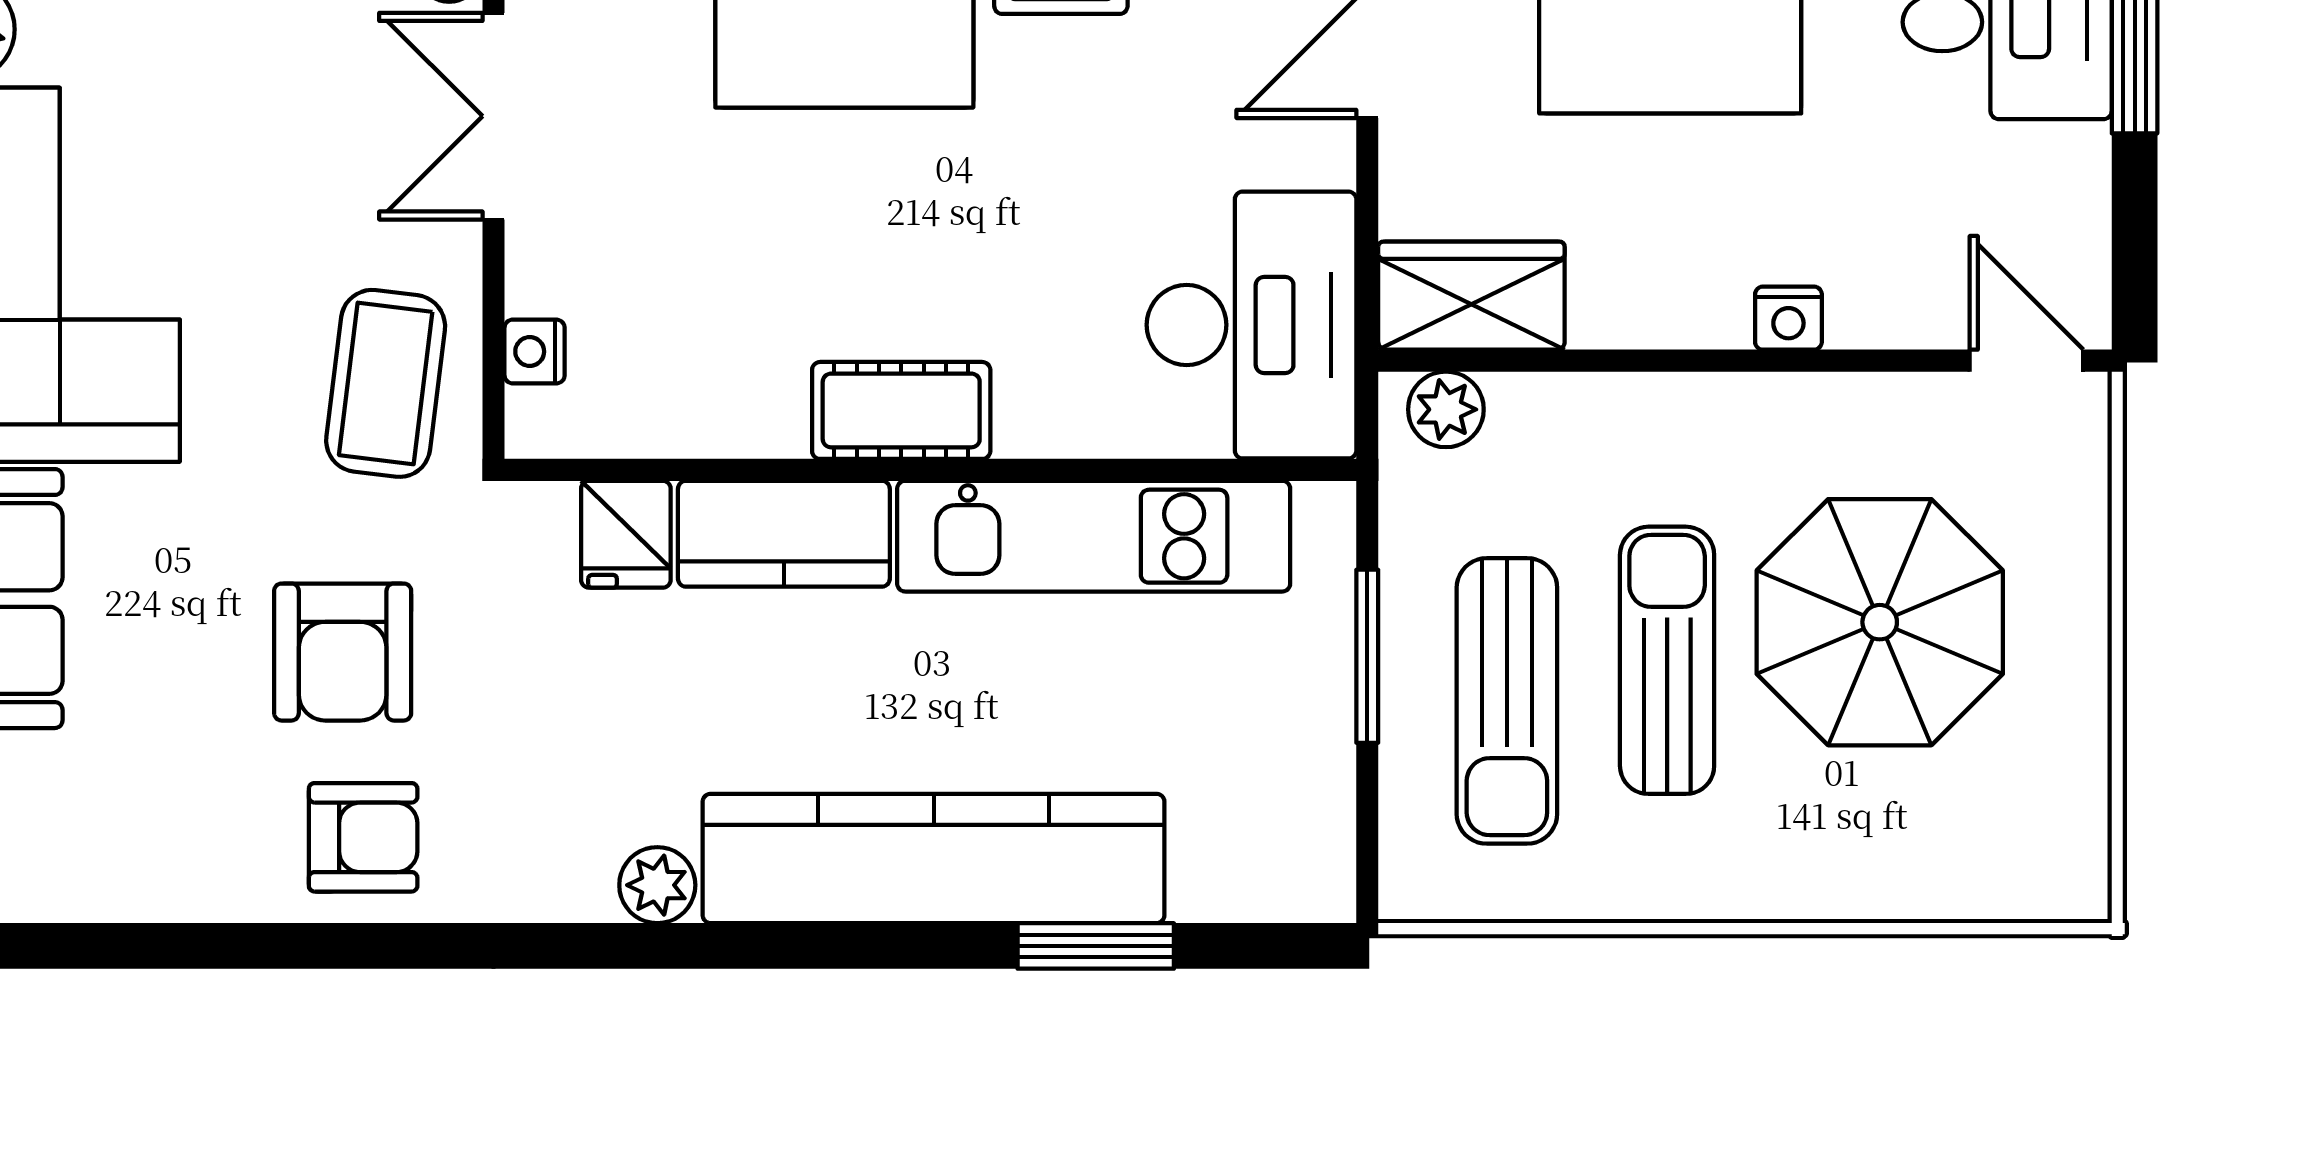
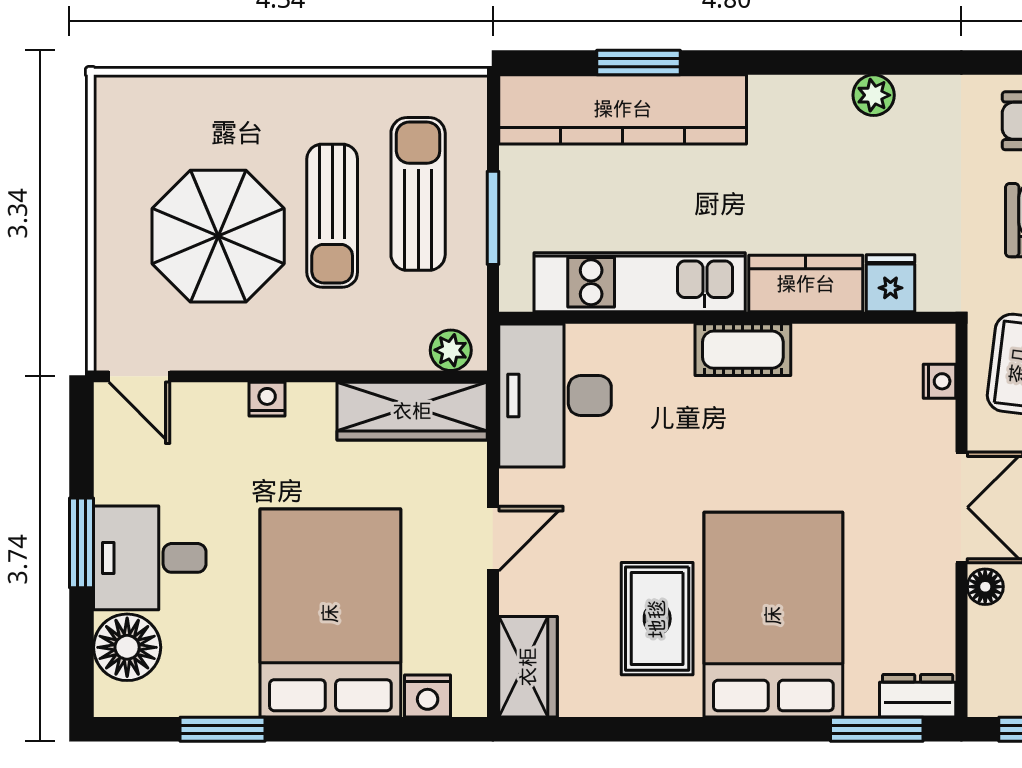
wardrobe: (1471, 296) -> (412, 411), width x1.50
kitchen counter: (934, 858) -> (623, 109), moved

